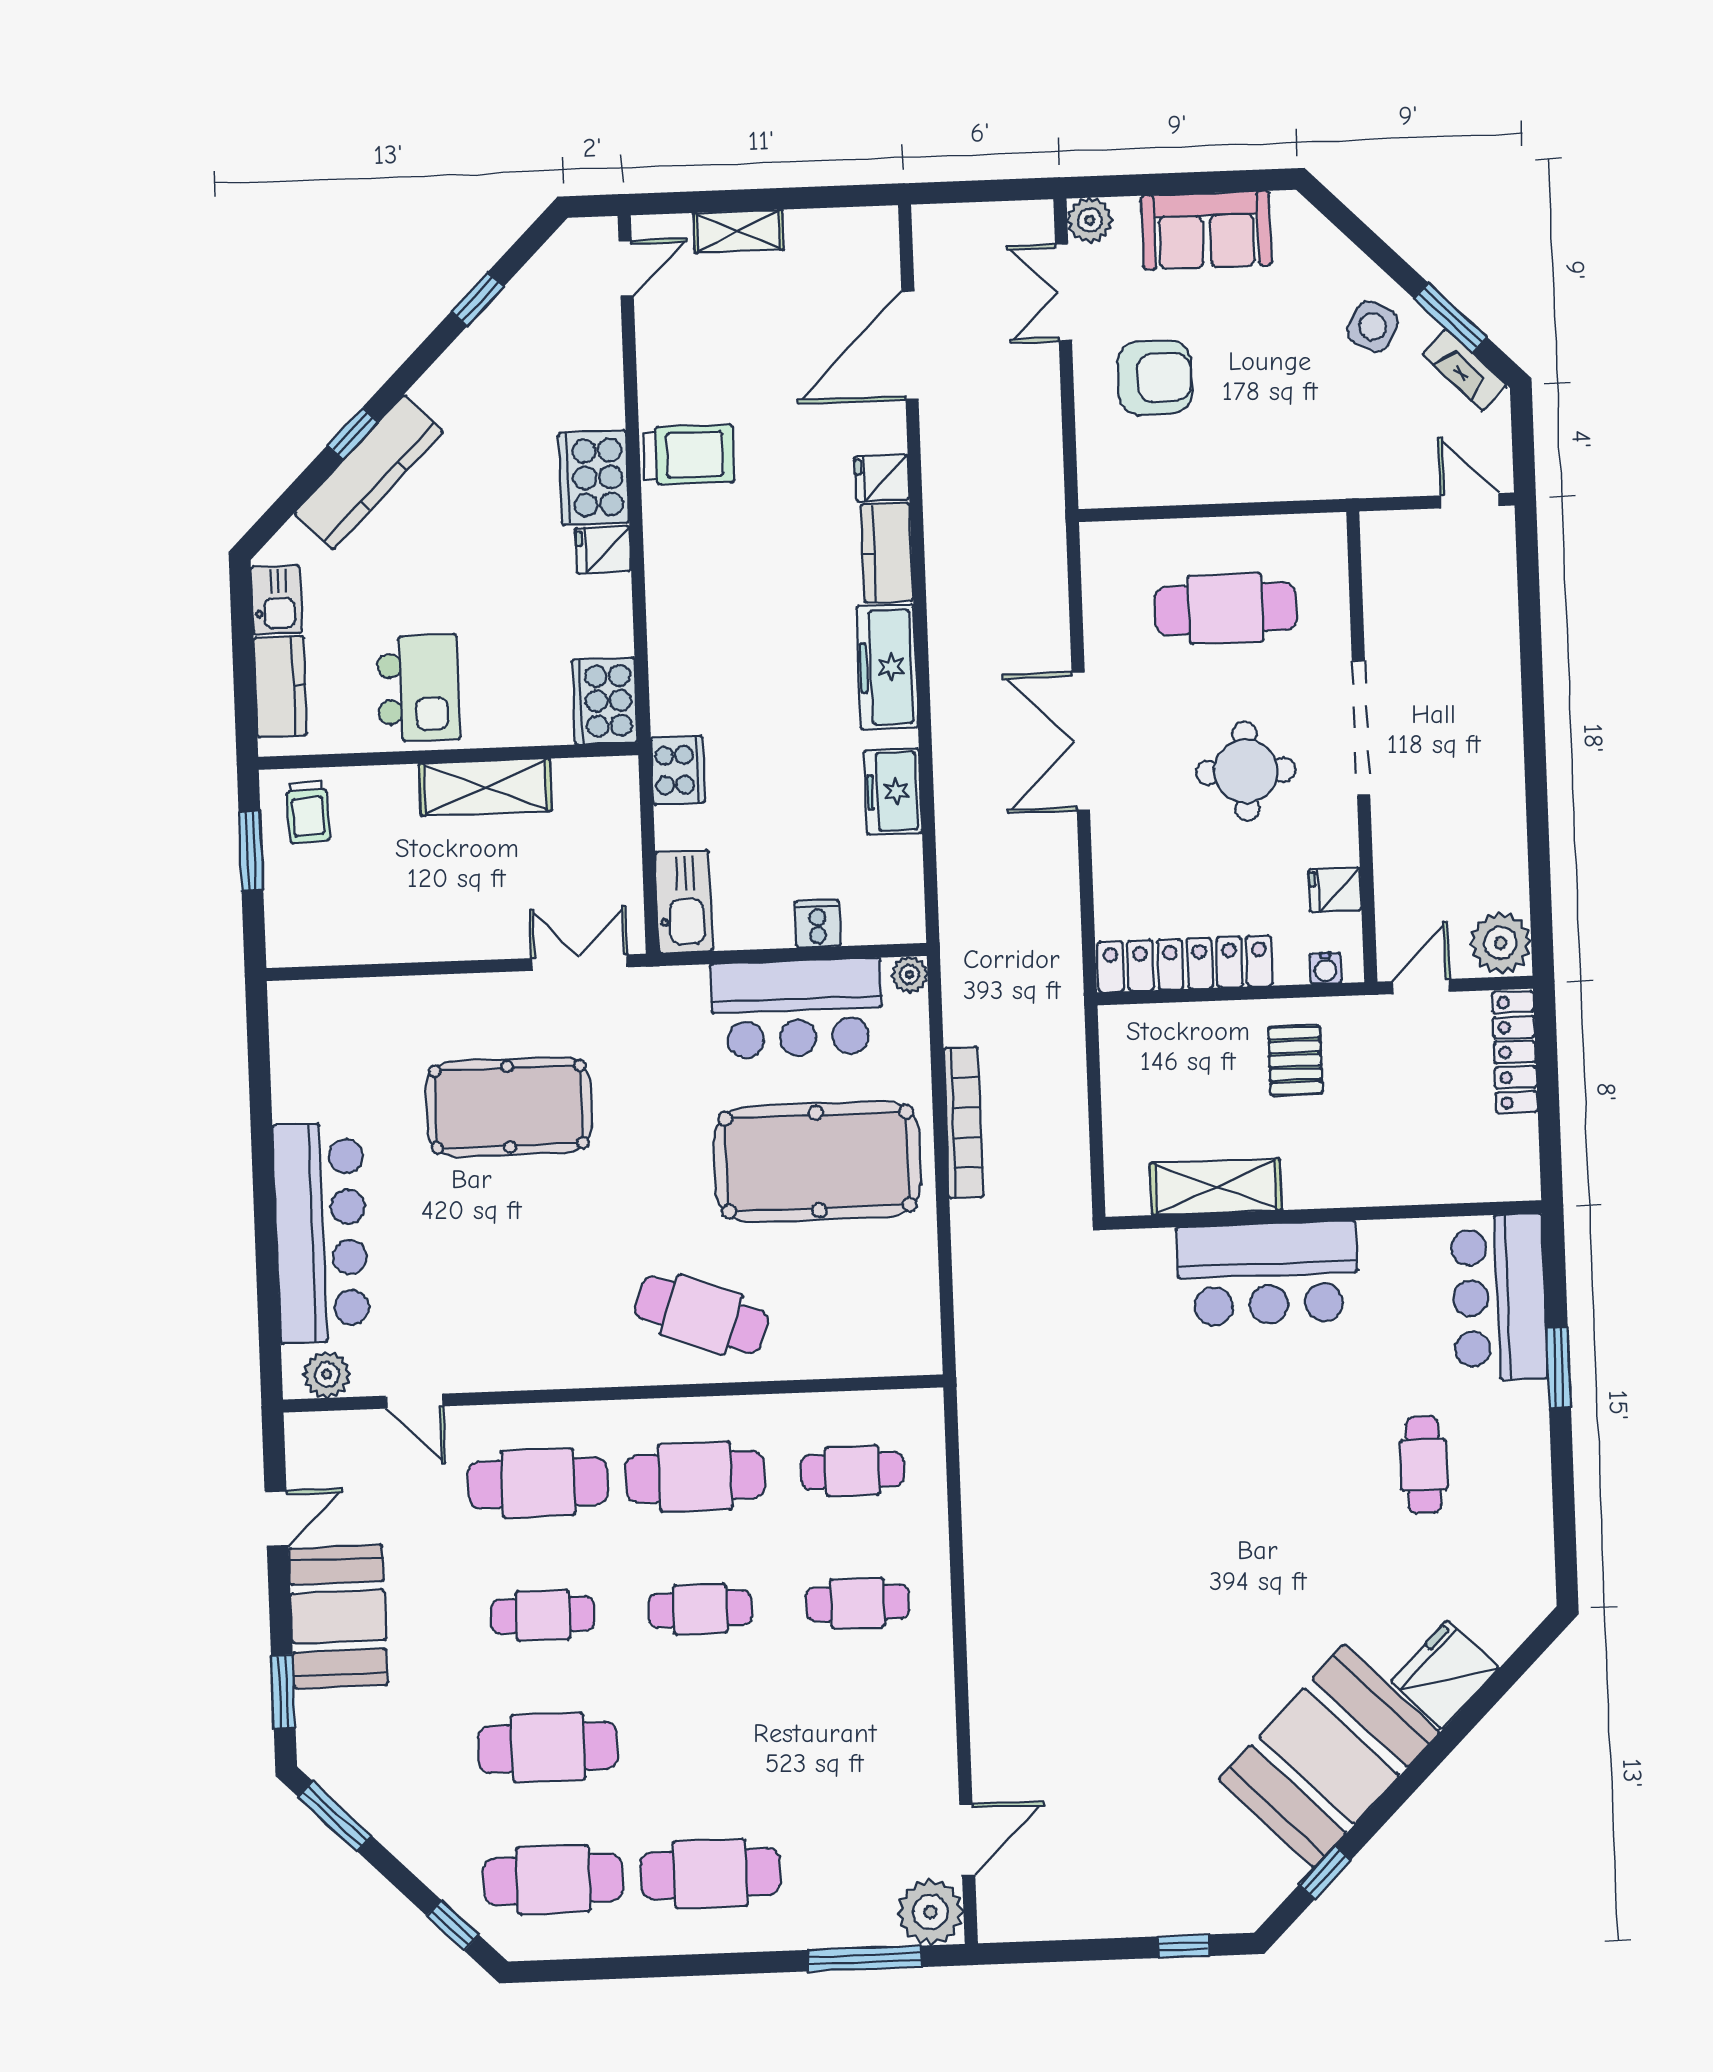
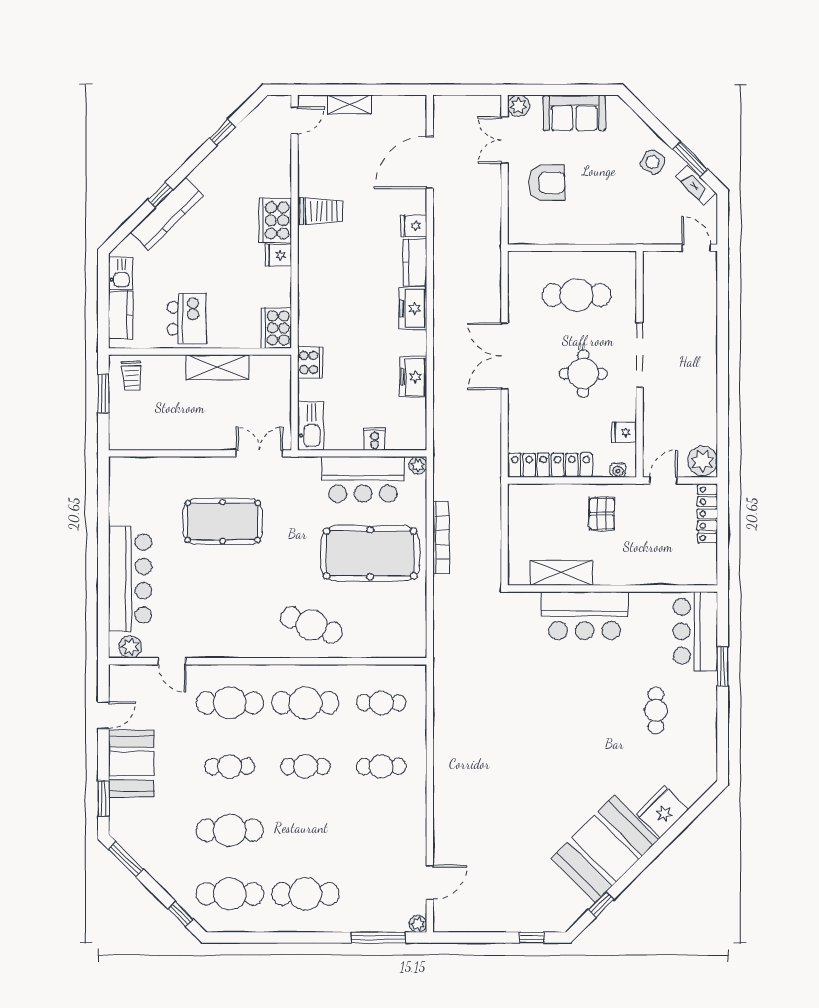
freezer: (887, 667) -> (413, 308), width x0.71
plant: (930, 1912) -> (418, 924), width x0.53, depth x0.53

